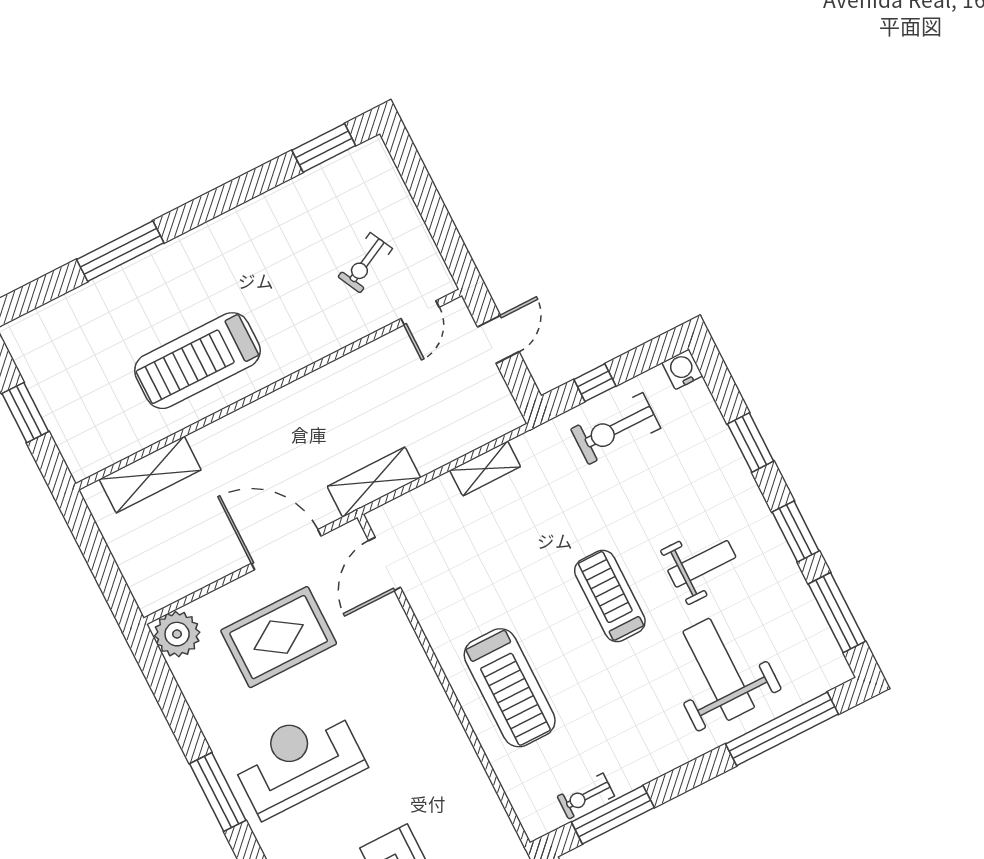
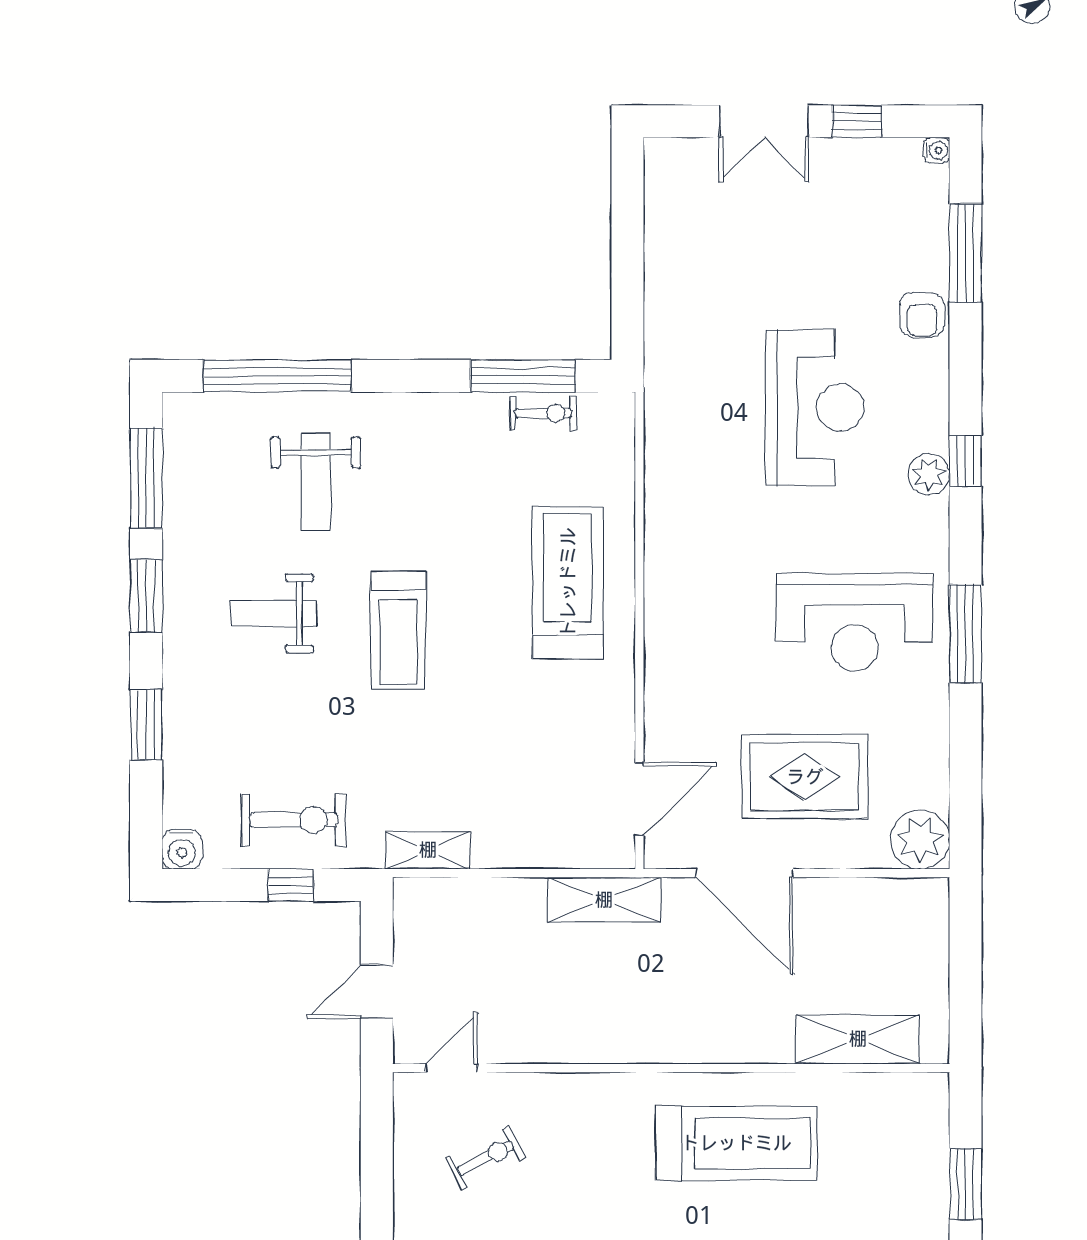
shelving: (485, 469) -> (428, 850), moved
weight bench: (719, 669) -> (316, 482), width x0.73, depth x0.75

